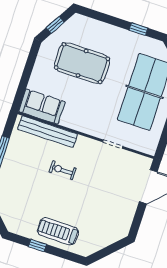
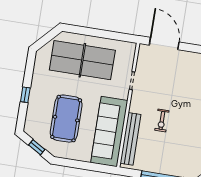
window: (138, 29) -> (25, 95), moved
sofa: (42, 107) -> (109, 132), width x1.85, depth x1.27

